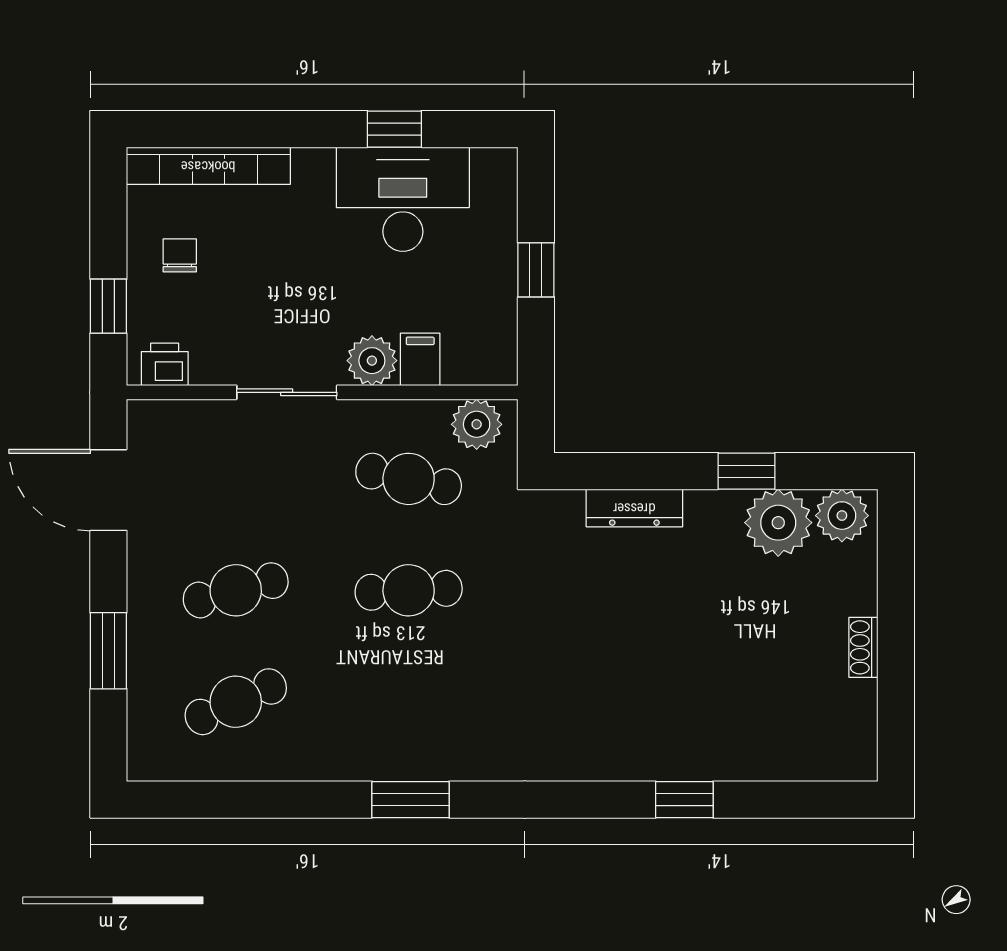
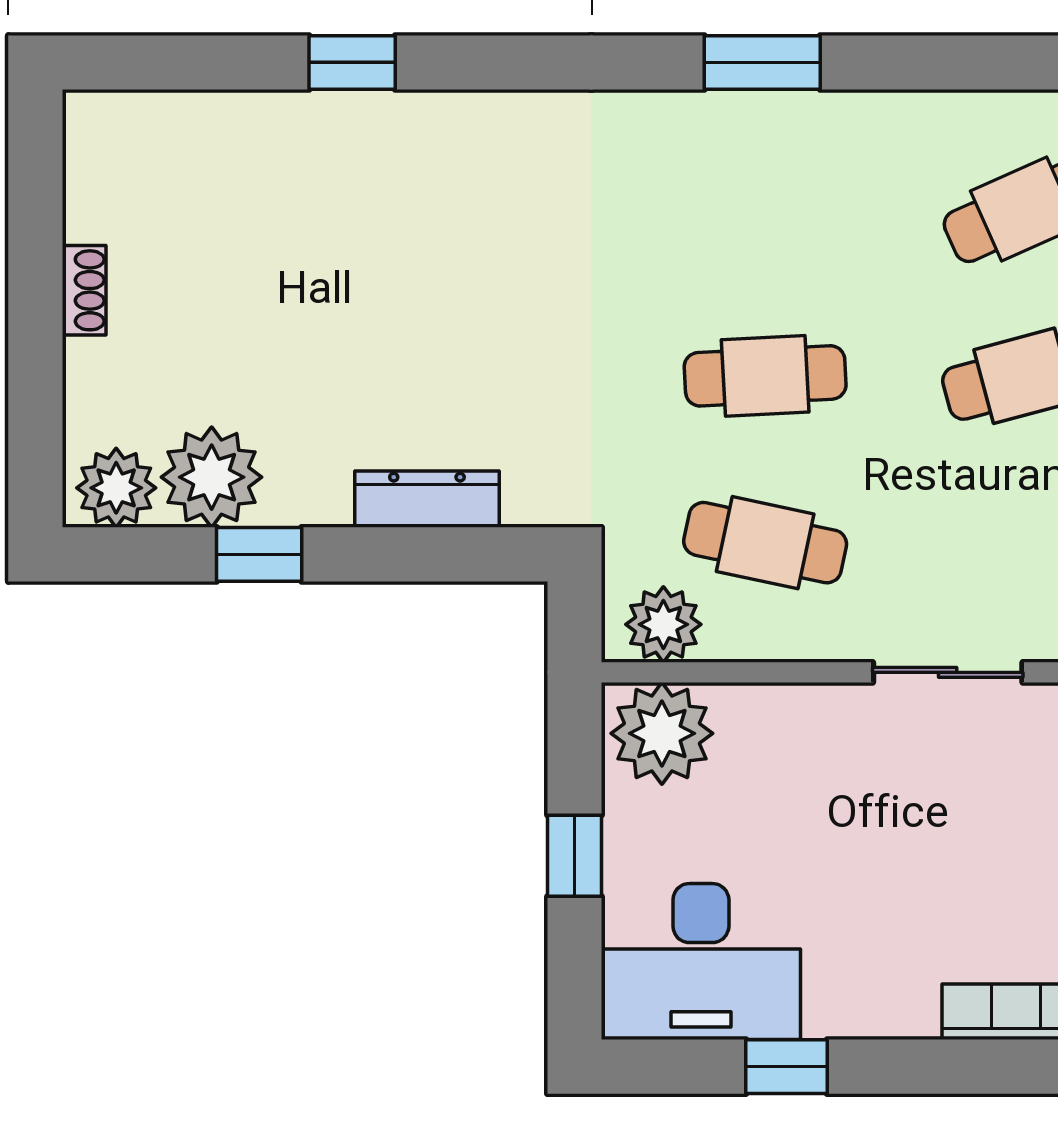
desk: (403, 199) -> (701, 961), moved
filing cabinet: (420, 359) -> (748, 722), removed
plant: (372, 361) -> (662, 733), moved, width x1.36, depth x1.36

